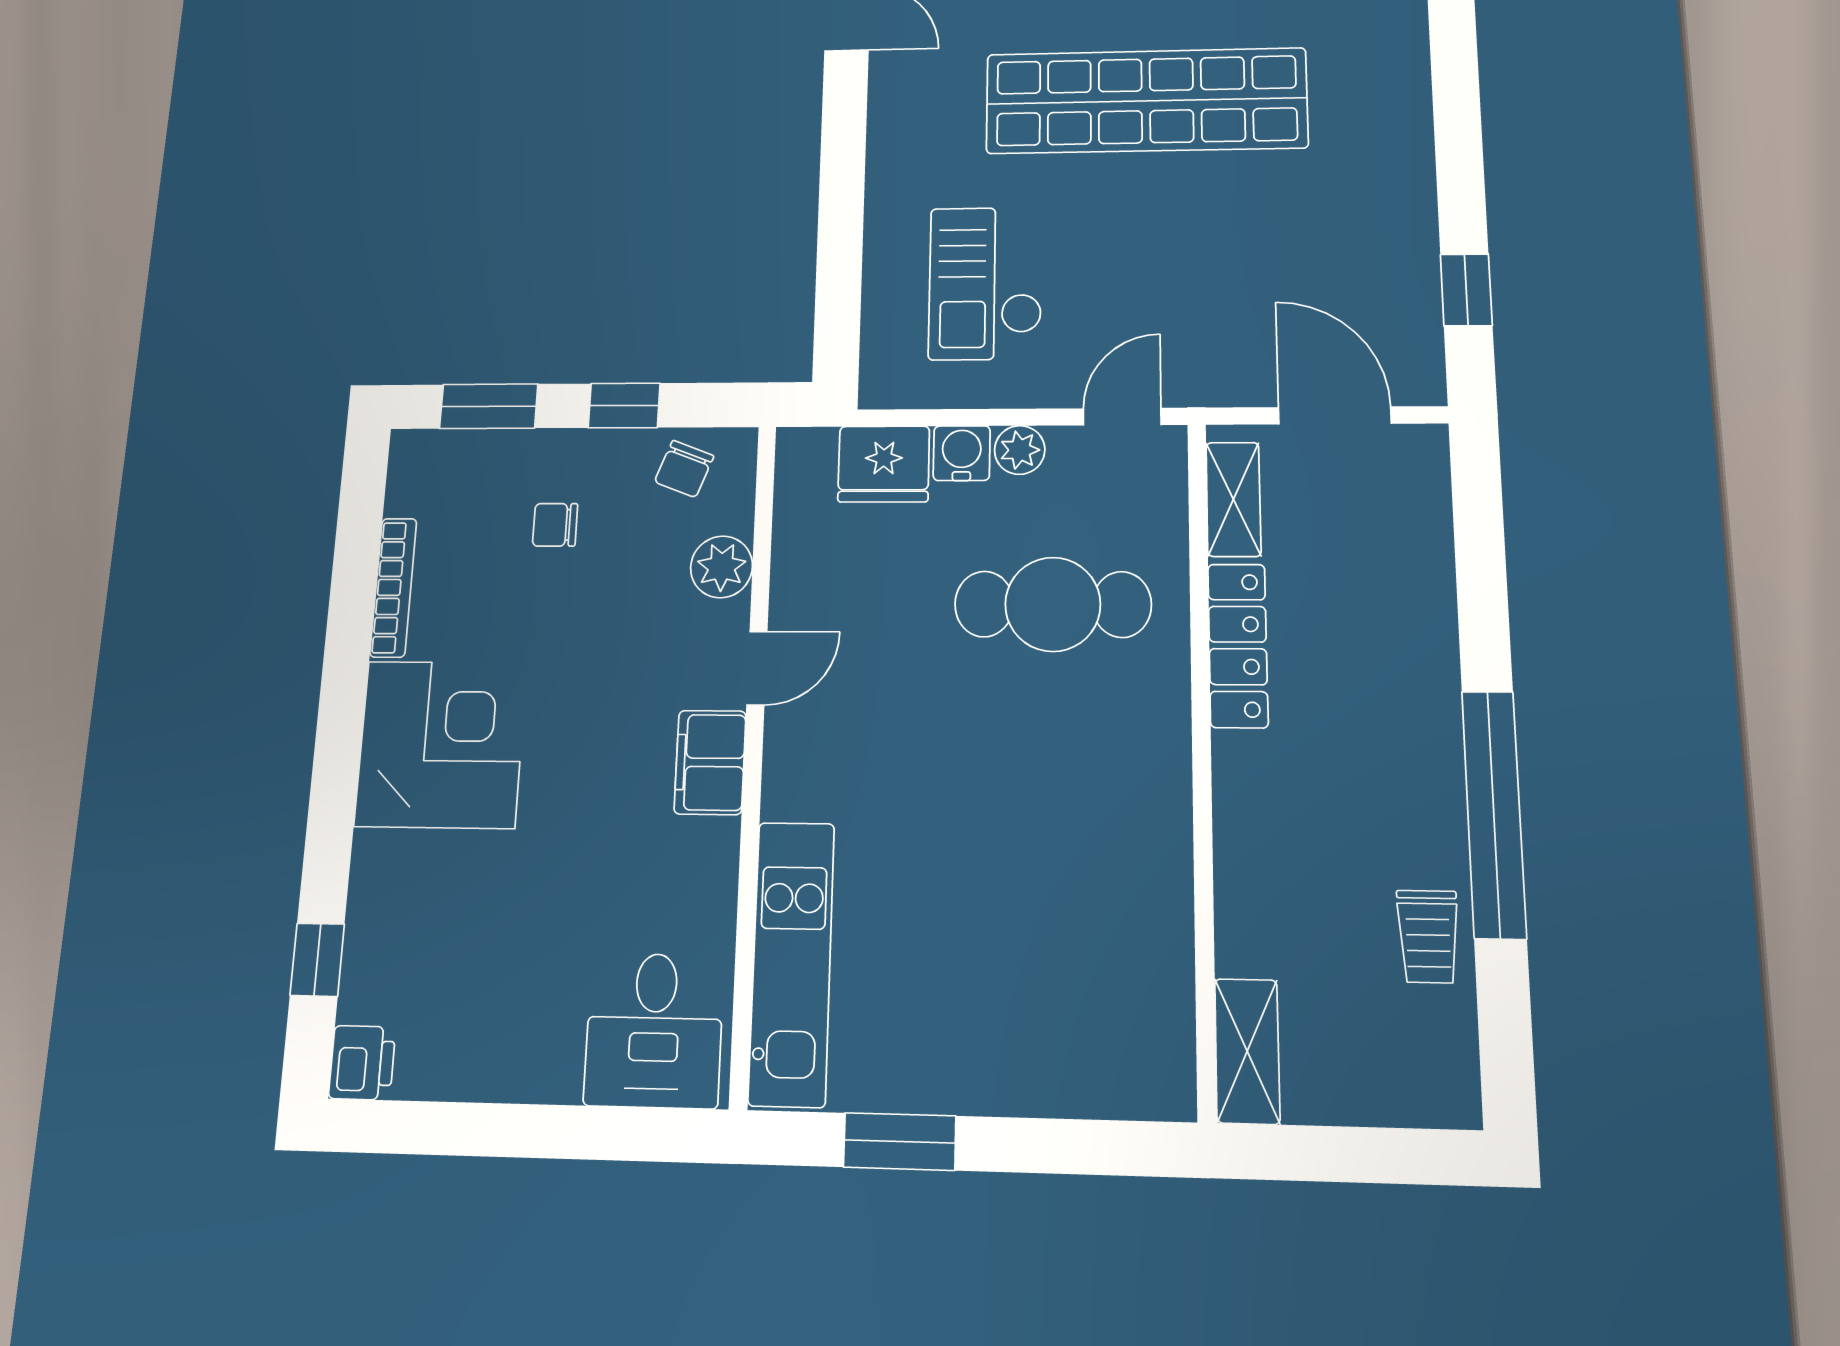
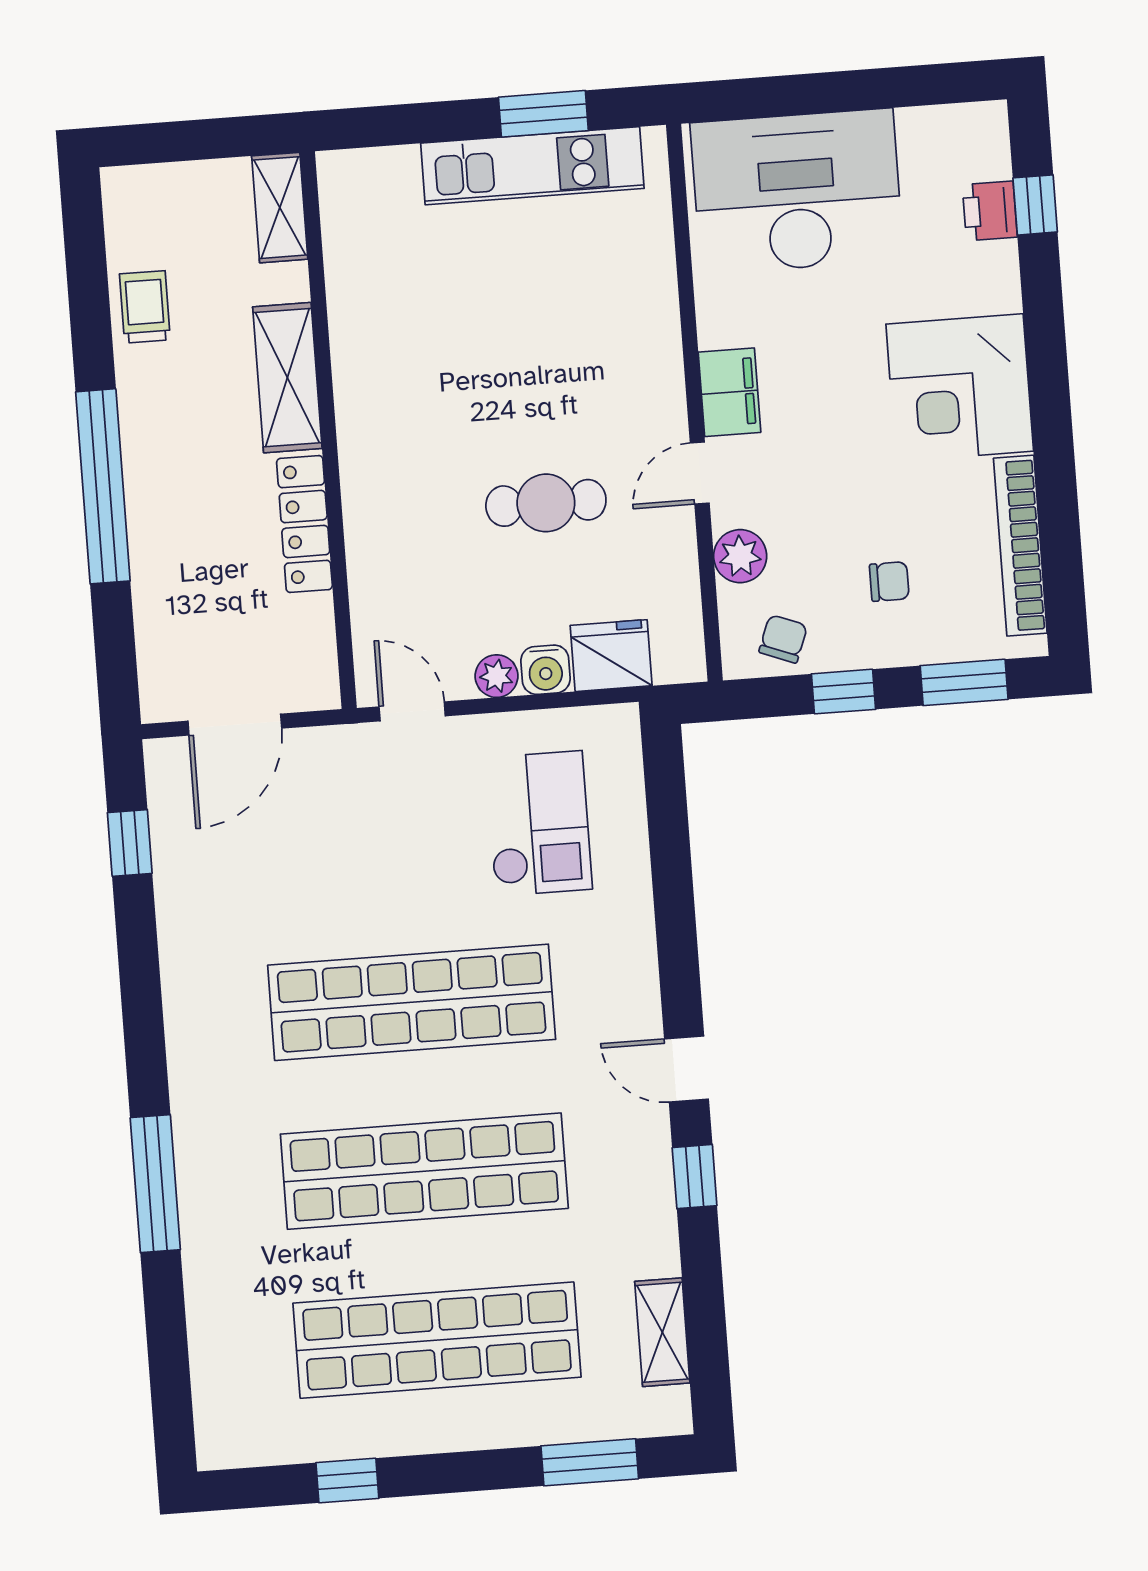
door: (1335, 415) -> (235, 725), hinge flipped
door: (1122, 417) -> (412, 711), swing flipped
shelving: (1233, 499) -> (287, 378), moved, width x1.50, depth x1.33
bookcase: (393, 587) -> (1020, 546), width x1.48, depth x1.31
cafe table: (1053, 604) -> (546, 503), moved, width x0.73, depth x0.74
window: (1494, 814) -> (103, 486), moved
kitchen unit: (792, 963) -> (532, 166), moved, turned -90
desk: (654, 1030) -> (797, 191), width x1.87, depth x1.30
printer: (362, 1063) -> (990, 211), moved

